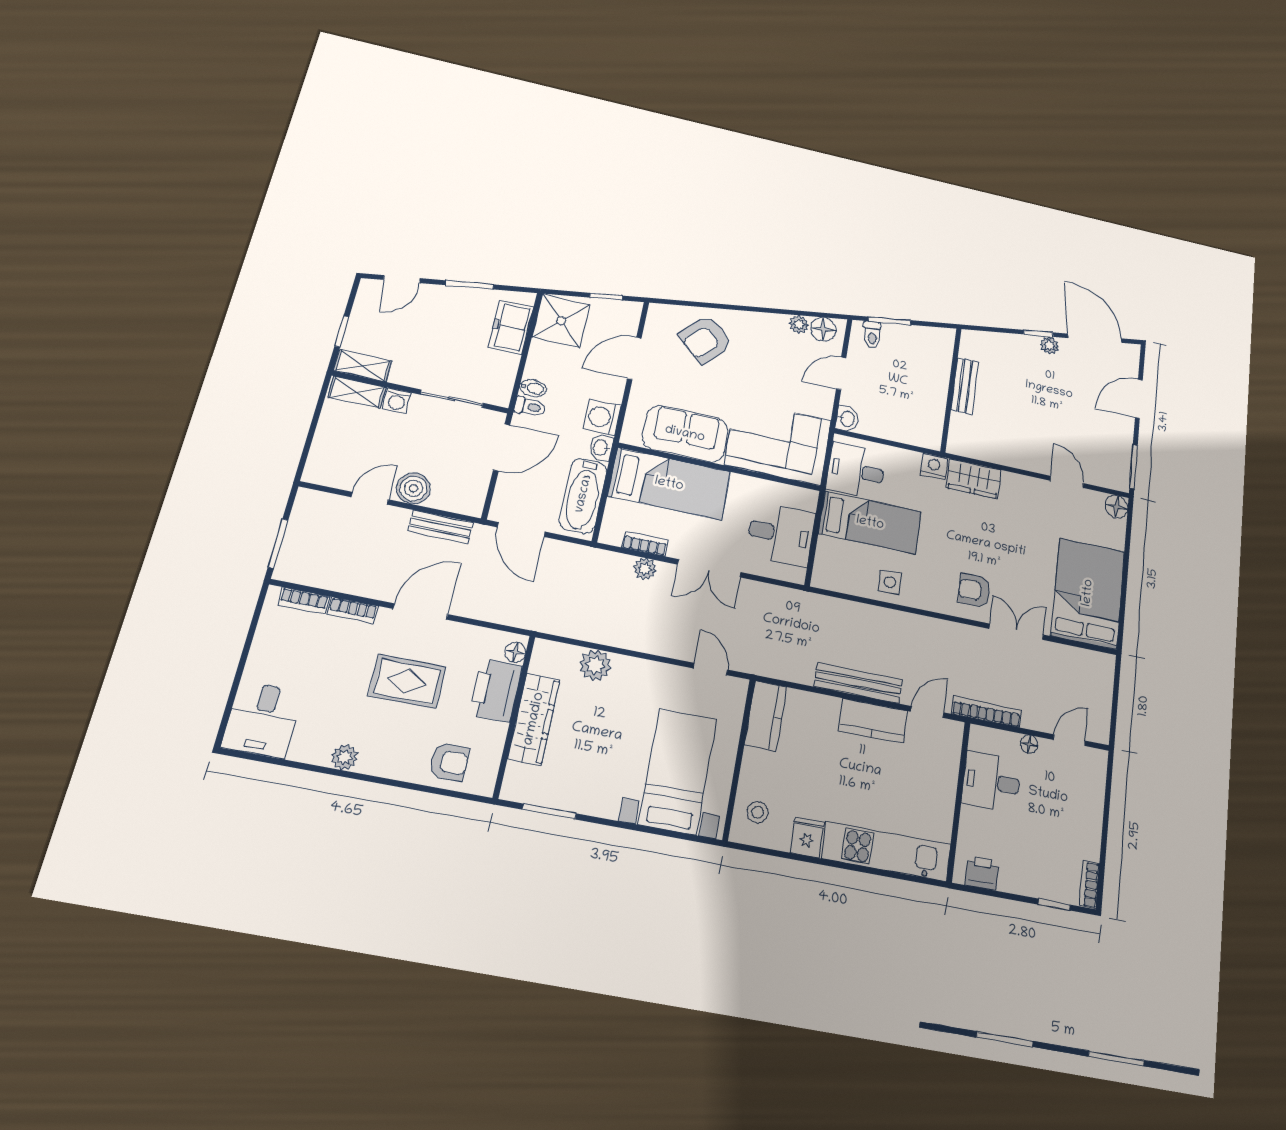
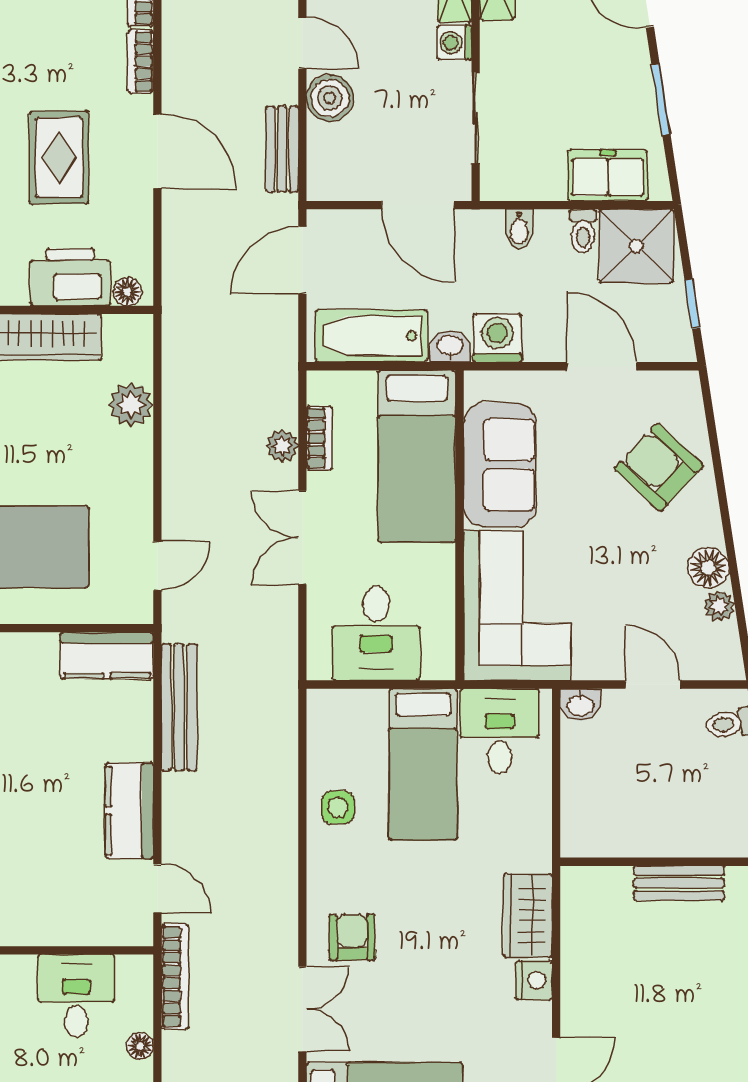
floor lamp: (823, 329) -> (708, 568), moved
toilet: (530, 407) -> (583, 231), moved
nightstand: (934, 466) -> (534, 980), moved
bench: (858, 683) -> (179, 707), moved

